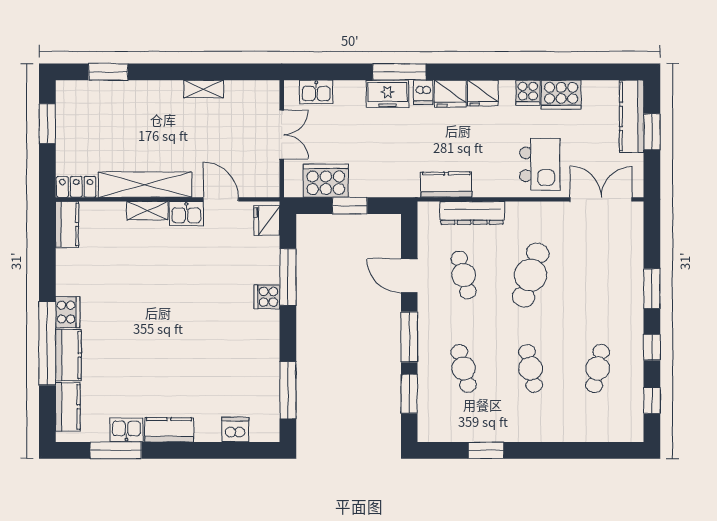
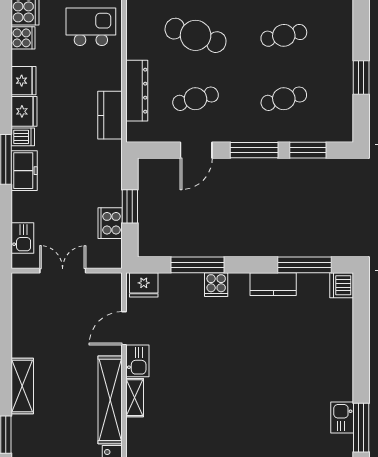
shelving: (204, 89) -> (22, 386), moved, width x1.50, depth x1.33
cooker: (326, 181) -> (110, 223), width x0.73, depth x0.76
kitchen counter: (169, 430) -> (273, 284), moved, turned -90
dishwasher: (235, 430) -> (342, 285), moved

